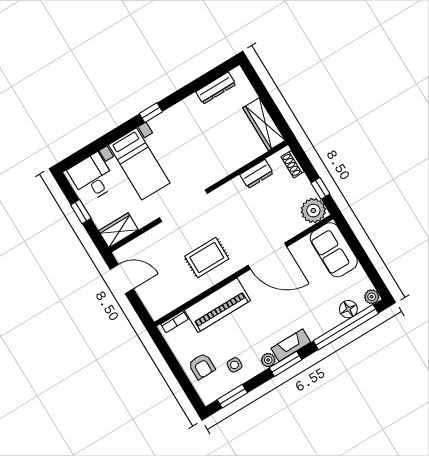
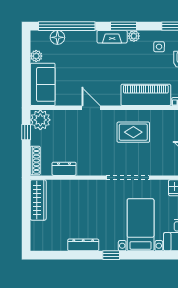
dresser: (216, 88) -> (83, 245), moved
shoe rack: (293, 164) -> (35, 160), width x1.43
door: (267, 256) -> (91, 108), width x0.53
plant: (372, 297) -> (36, 56), moved

